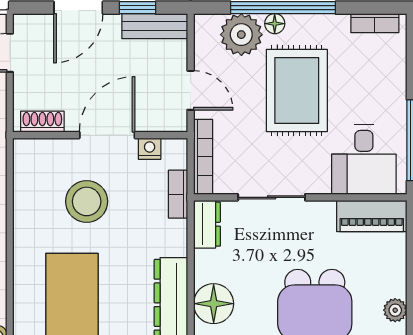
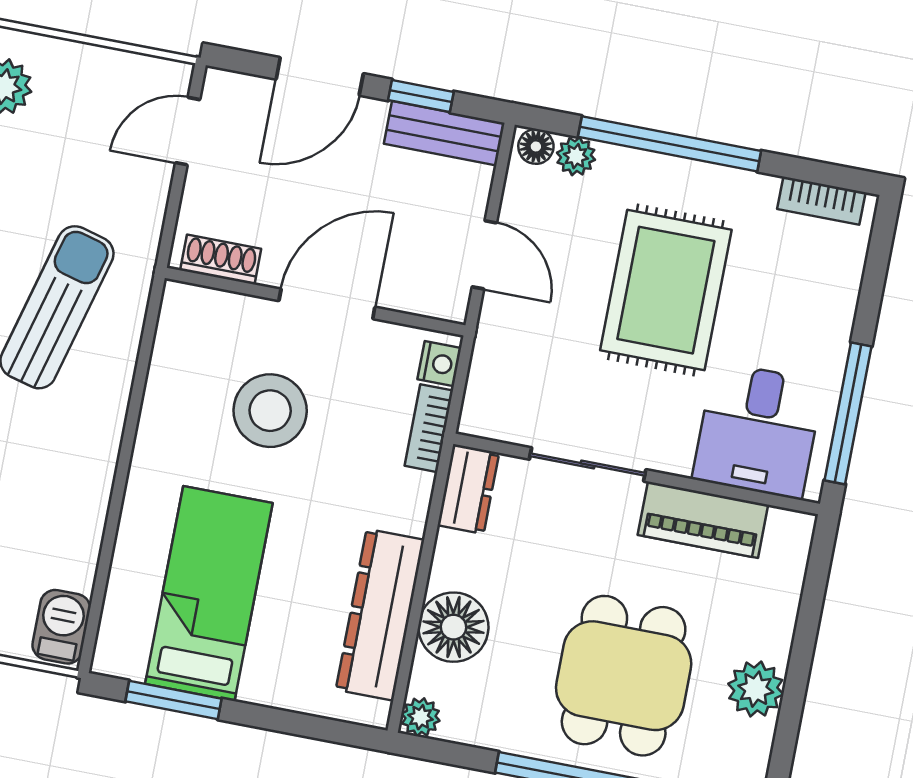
floor lamp: (275, 24) -> (536, 146), moved
plant: (241, 35) -> (576, 156), width x0.53, depth x0.53
nightstand: (150, 149) -> (439, 364), moved, turned 90
bookcase: (203, 157) -> (484, 373), removed
piano: (372, 216) -> (703, 520), moved
plant: (395, 310) -> (756, 689), width x1.38, depth x1.38

